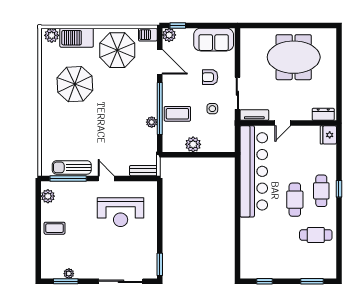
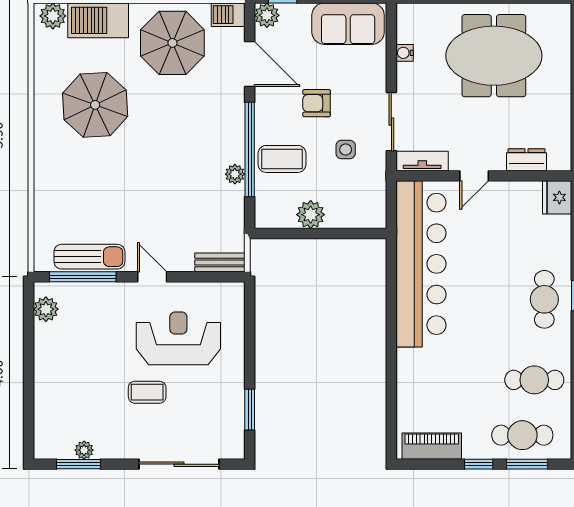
water cooler: (245, 56) -> (405, 53), added
armchair: (210, 77) -> (317, 103), moved
dresser: (323, 114) -> (526, 160), moved
sun lounger: (72, 167) -> (89, 257), turned 180
cafe table: (295, 200) -> (522, 435), moved, turned 90
reception desk: (121, 212) -> (178, 338), turned 180
coffee table: (55, 228) -> (147, 392), moved
window: (160, 264) -> (250, 410), moved
piano: (260, 271) -> (432, 446), added
window: (264, 281) -> (479, 464), moved

